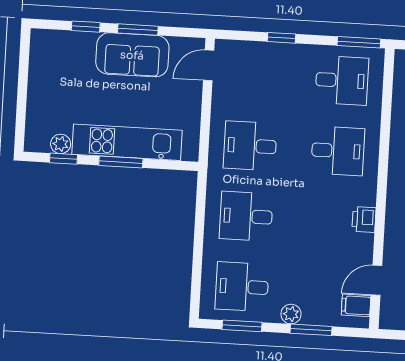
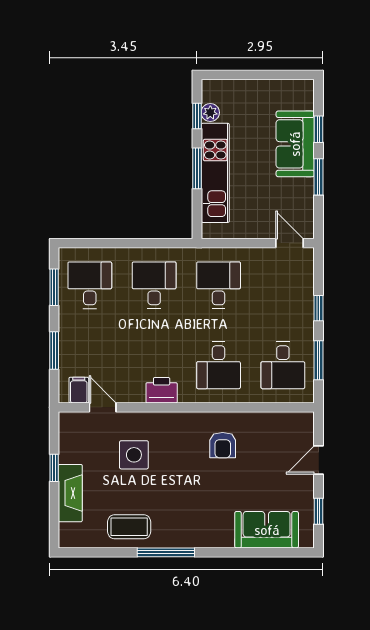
window: (359, 42) -> (319, 360), moved
sofa: (132, 55) -> (295, 144), moved
printer: (364, 219) -> (162, 390), width x1.36, depth x1.24
plant: (291, 314) -> (67, 331), removed

